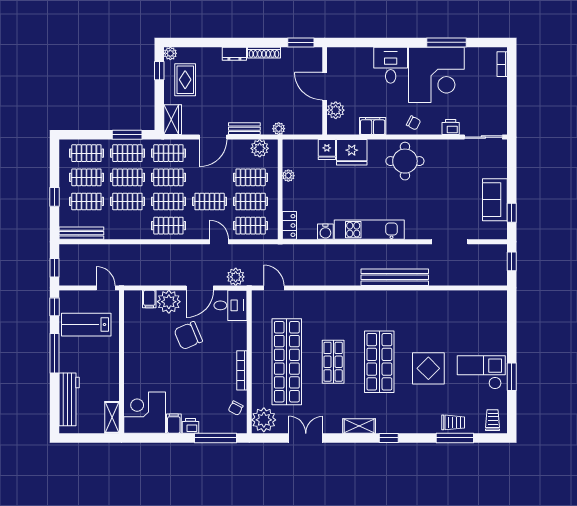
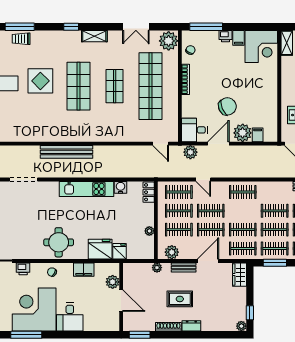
rug: (185, 80) -> (180, 299), moved, turned 90
clothes rail: (168, 201) -> (211, 230), moved

